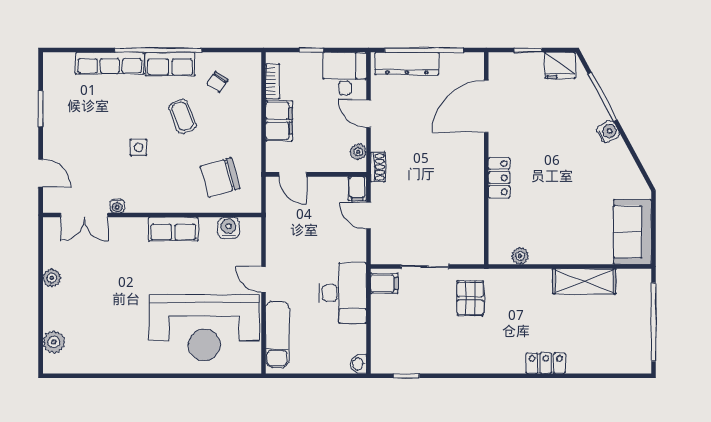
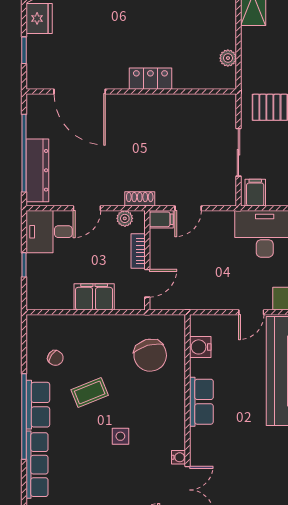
bookcase: (273, 81) -> (138, 251), moved, turned -90

